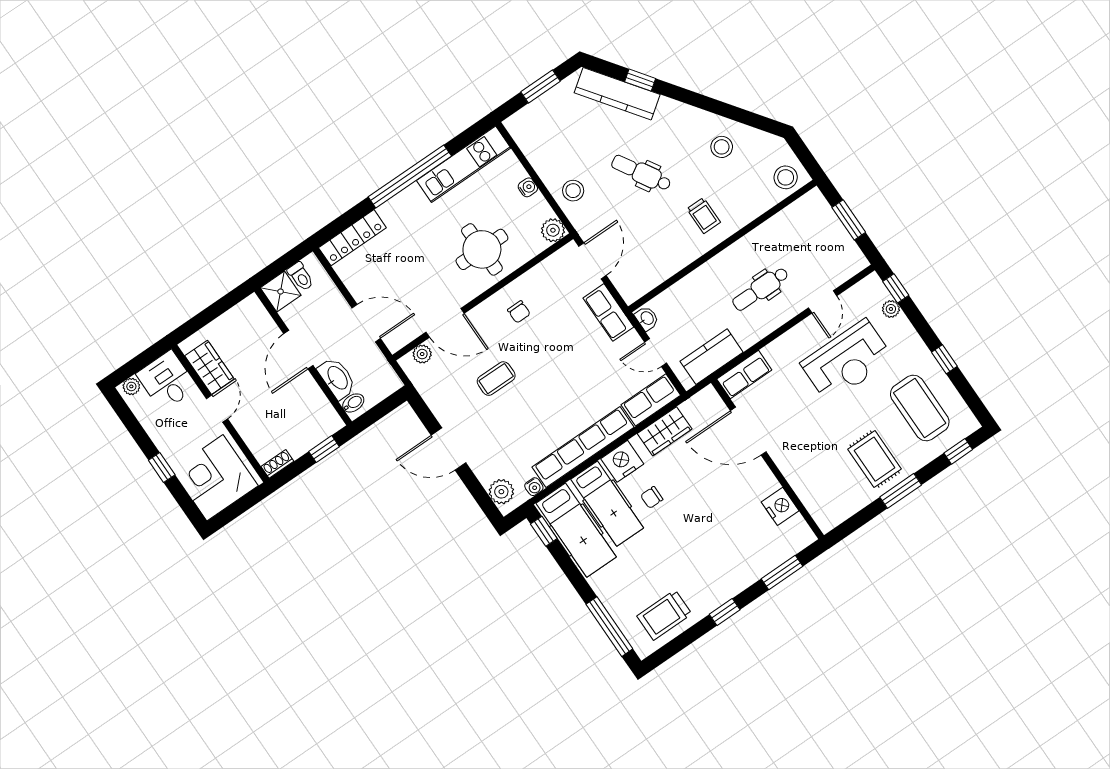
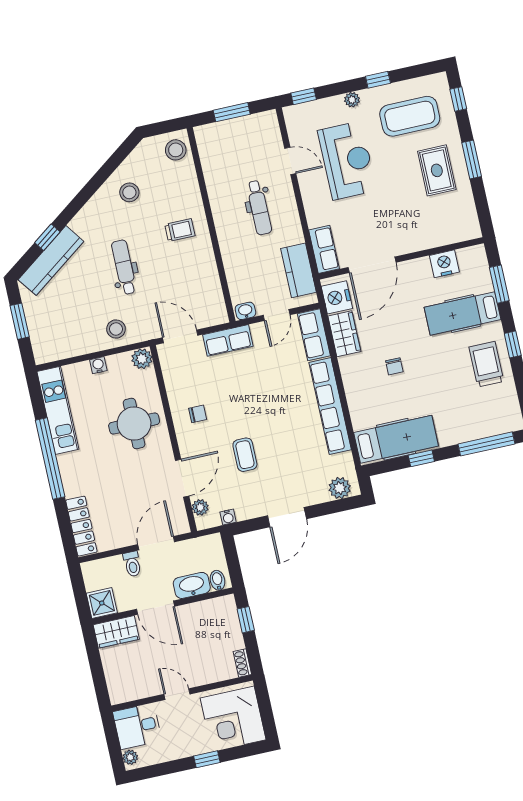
dental chair: (641, 173) -> (124, 267), turned 121
toilet: (301, 276) -> (132, 564), moved, turned 90
plant: (891, 309) -> (352, 100), moved
wardrobe: (209, 367) -> (116, 632), moved, turned 180
rug: (875, 459) -> (437, 170), turned 90
nightstand: (622, 461) -> (337, 297), moved
water cooler: (534, 487) -> (228, 517), moved, turned 90
hospital bed: (607, 504) -> (463, 313), moved, turned 180
window: (544, 531) -> (421, 458), moved
trolley: (664, 615) -> (486, 364), moved, turned 180

